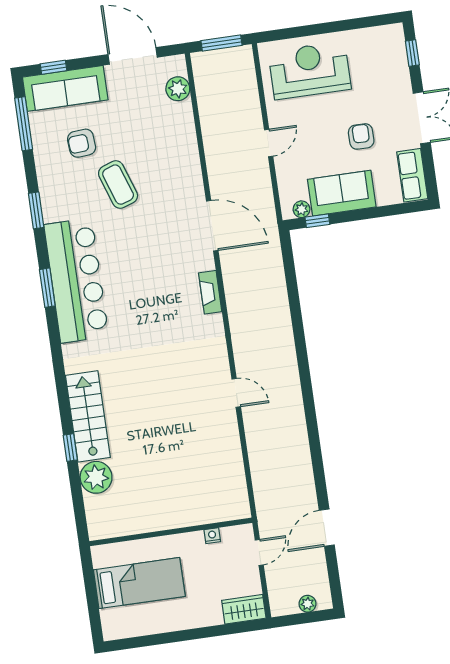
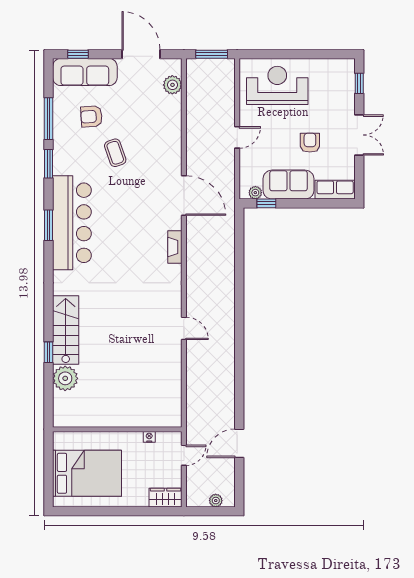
window: (24, 124) -> (49, 119), moved
row of seats: (412, 175) -> (335, 190), moved, turned 90
coffee table: (118, 185) -> (115, 153), width x0.73, depth x0.77
bed: (139, 583) -> (87, 473), width x1.50

